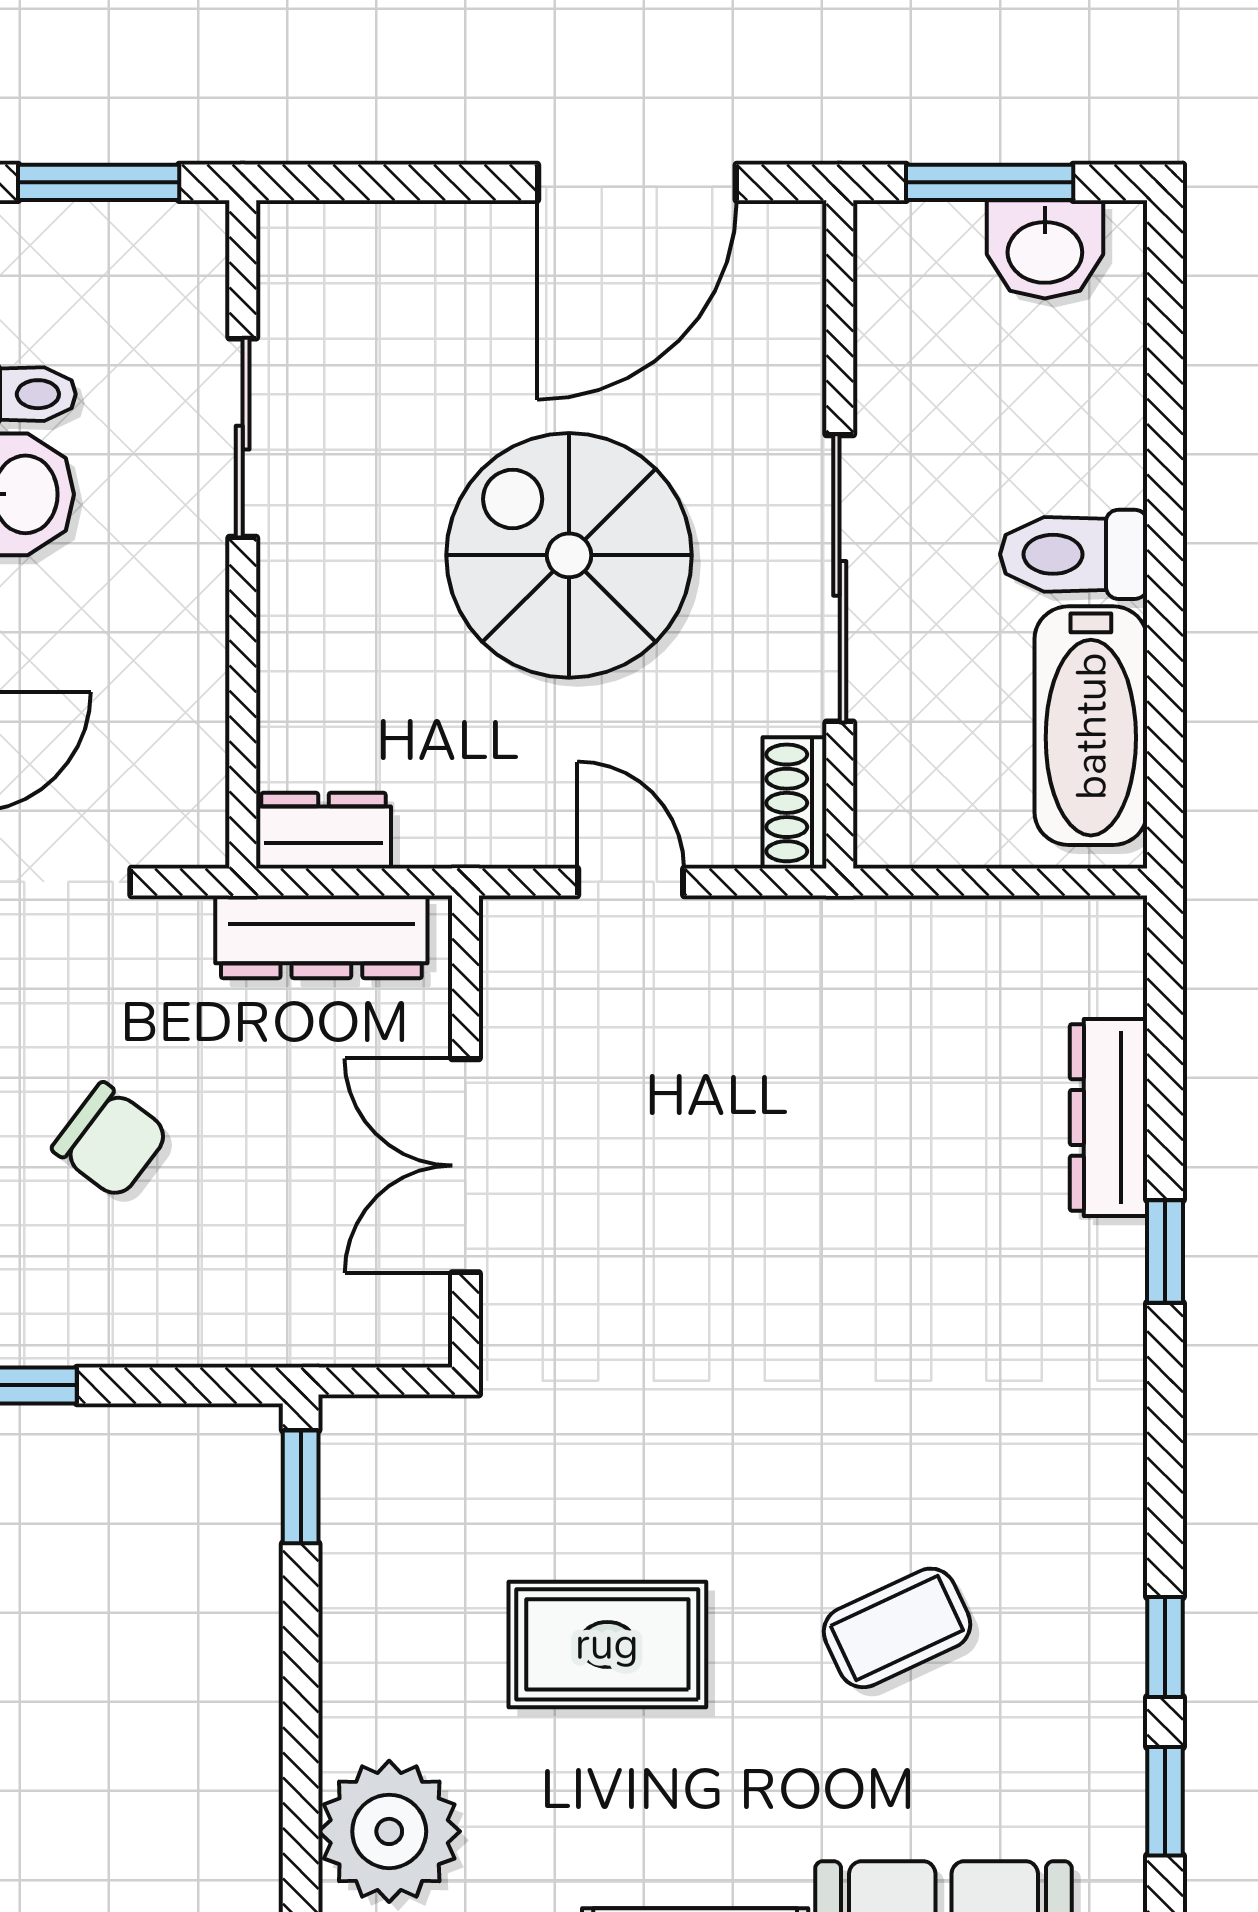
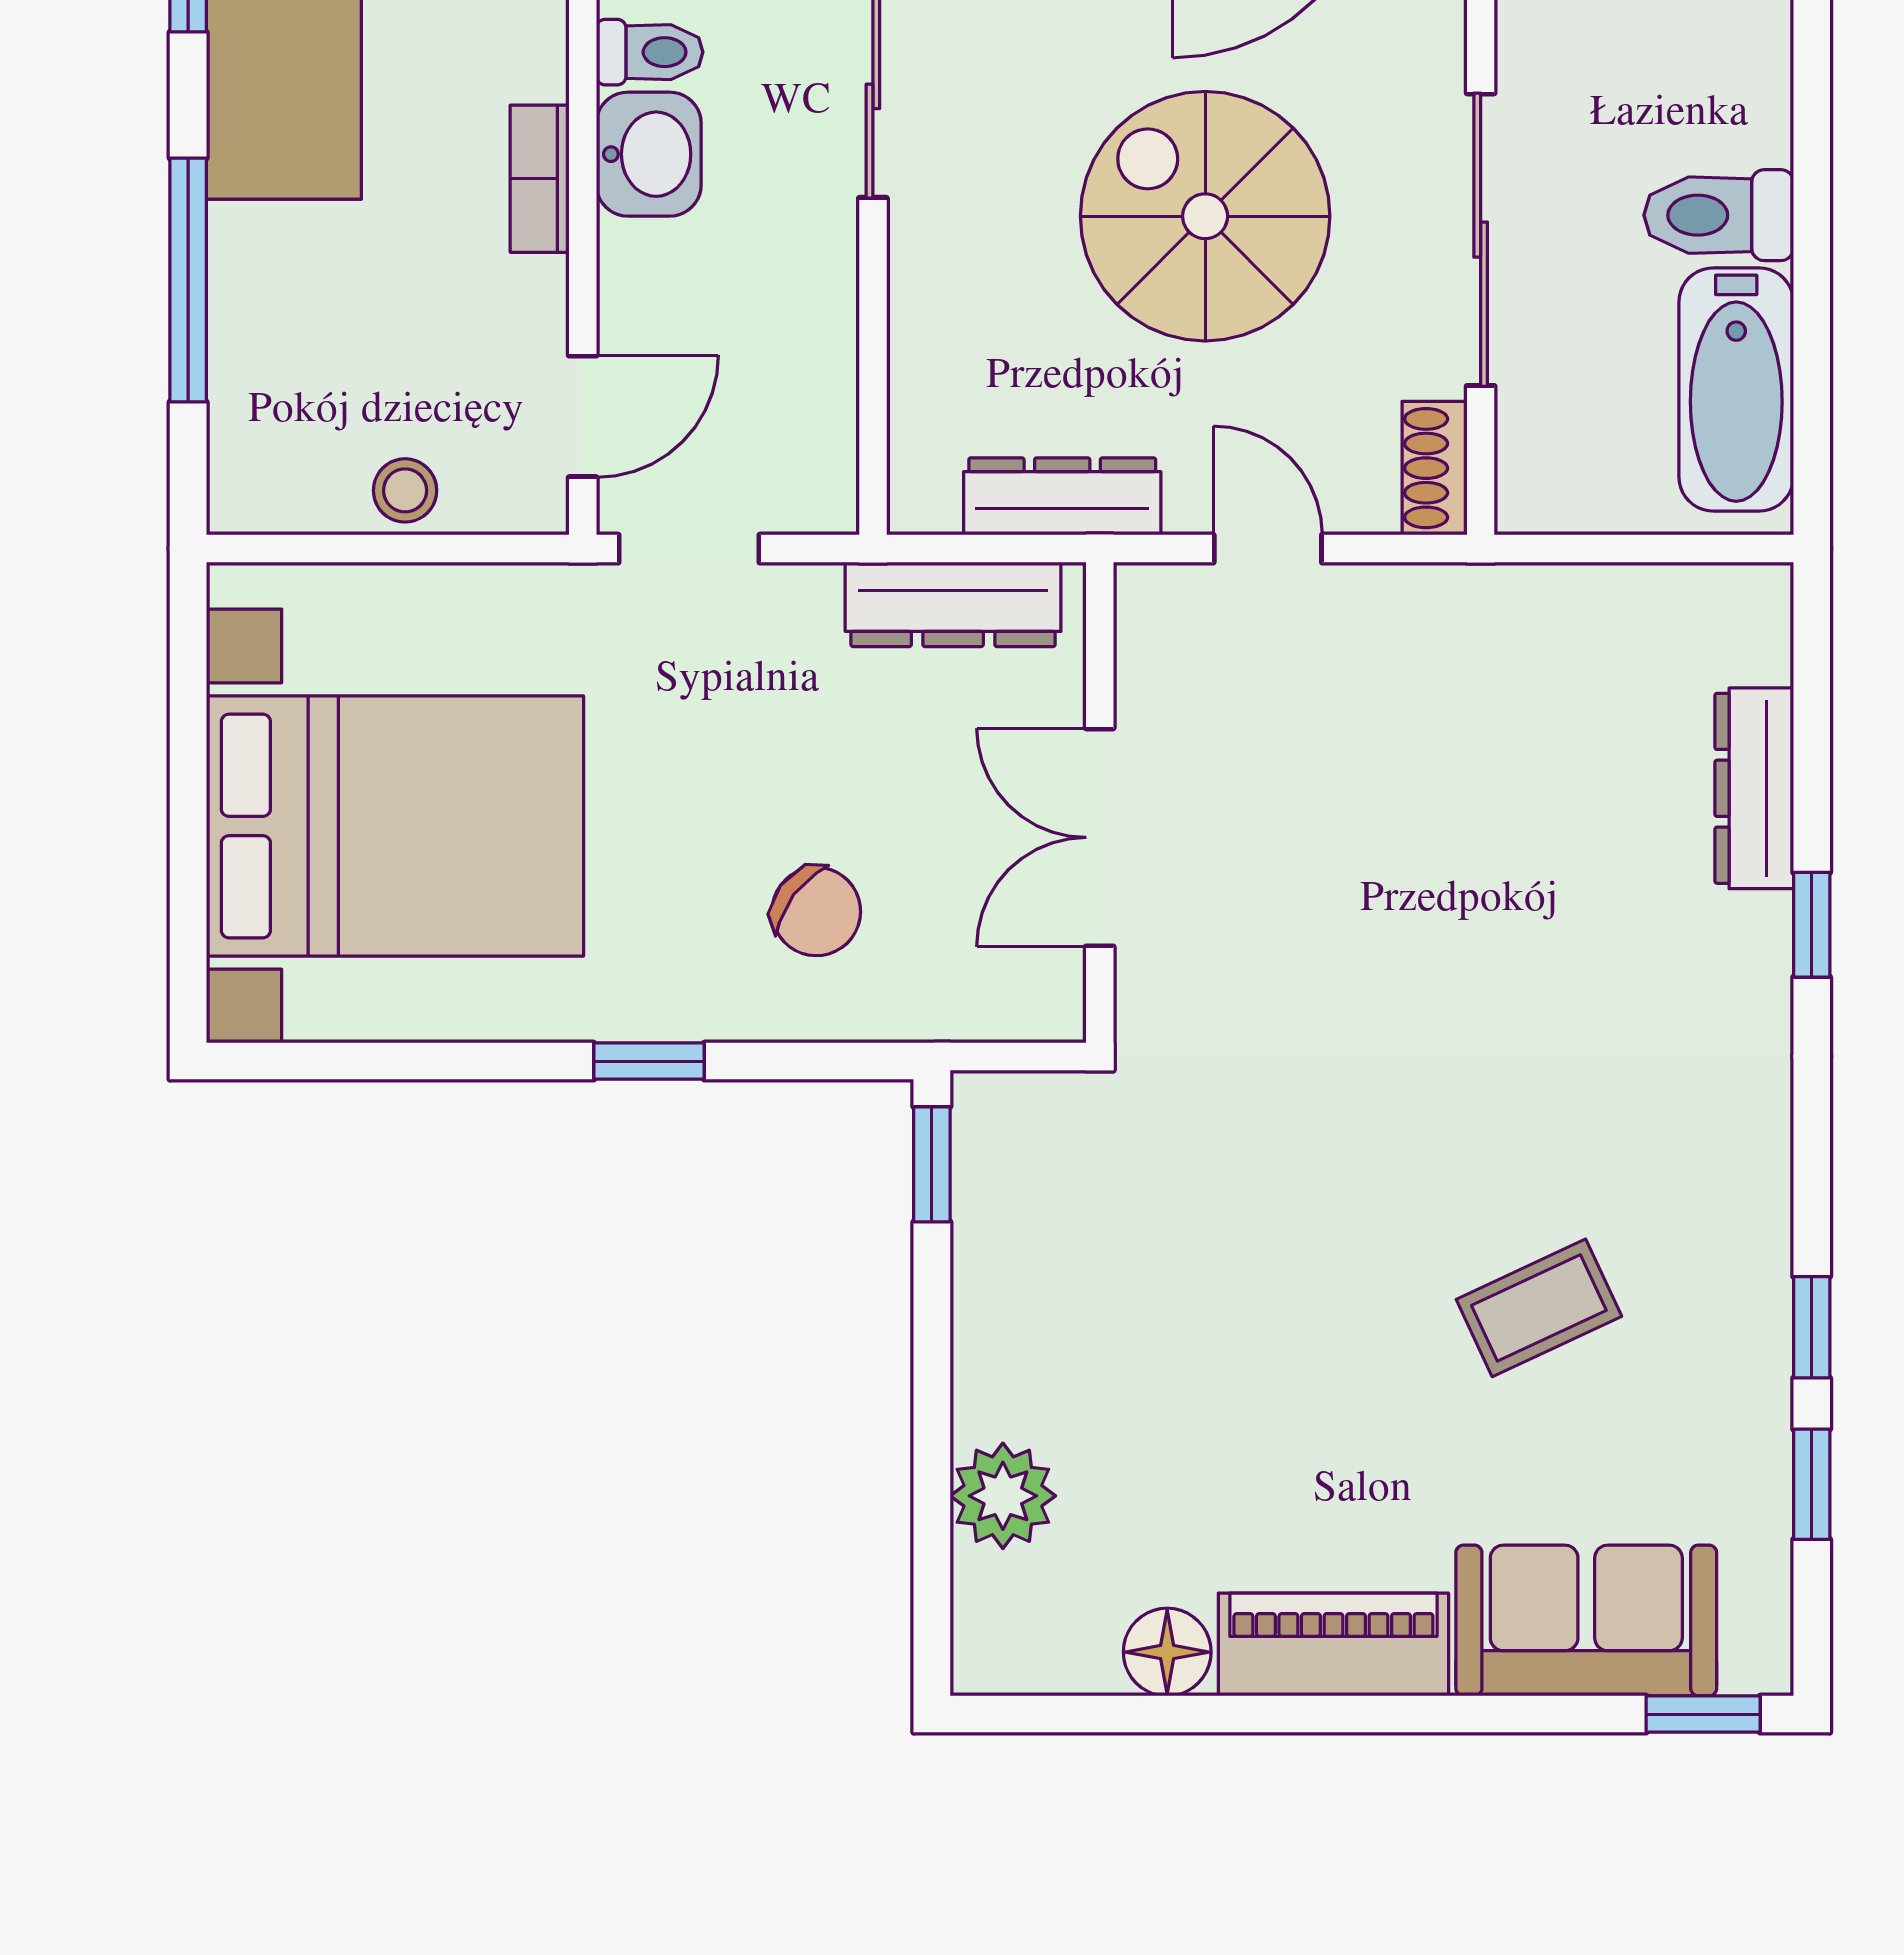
dresser: (323, 831) -> (1062, 496), moved, width x1.44
chair: (111, 1141) -> (816, 911), moved
rug: (607, 1644) -> (1244, 1325), removed
plant: (389, 1831) -> (1003, 1496), width x0.73, depth x0.73

